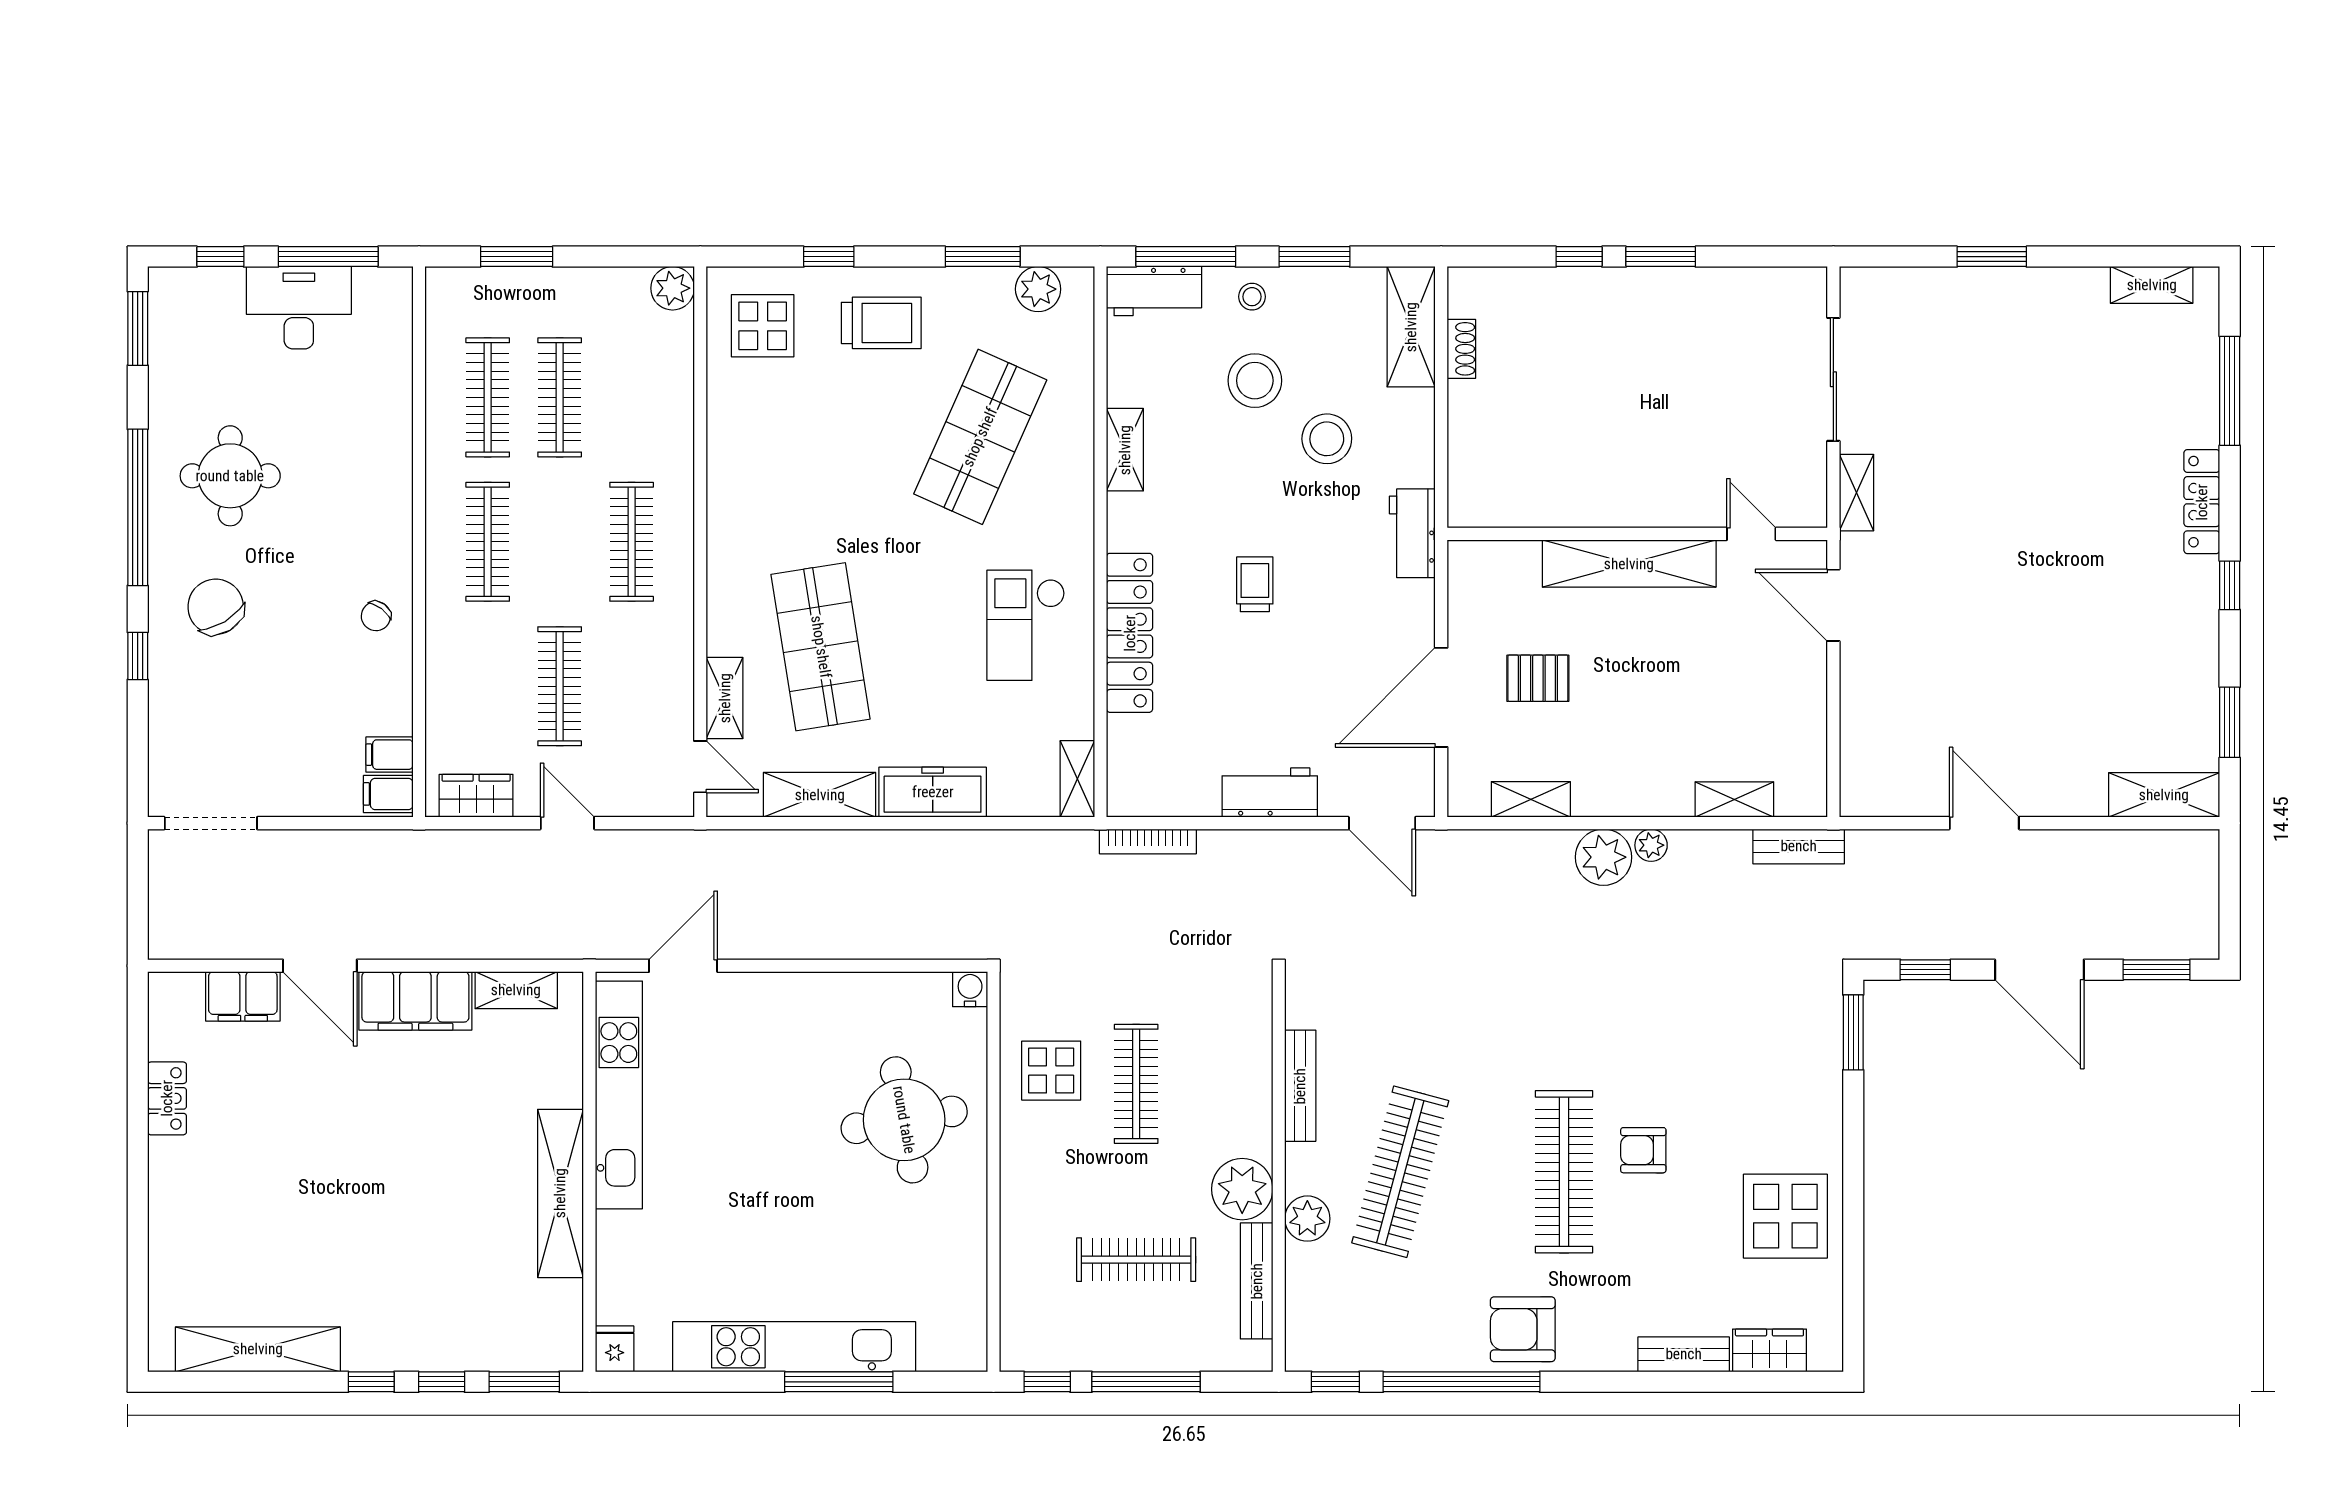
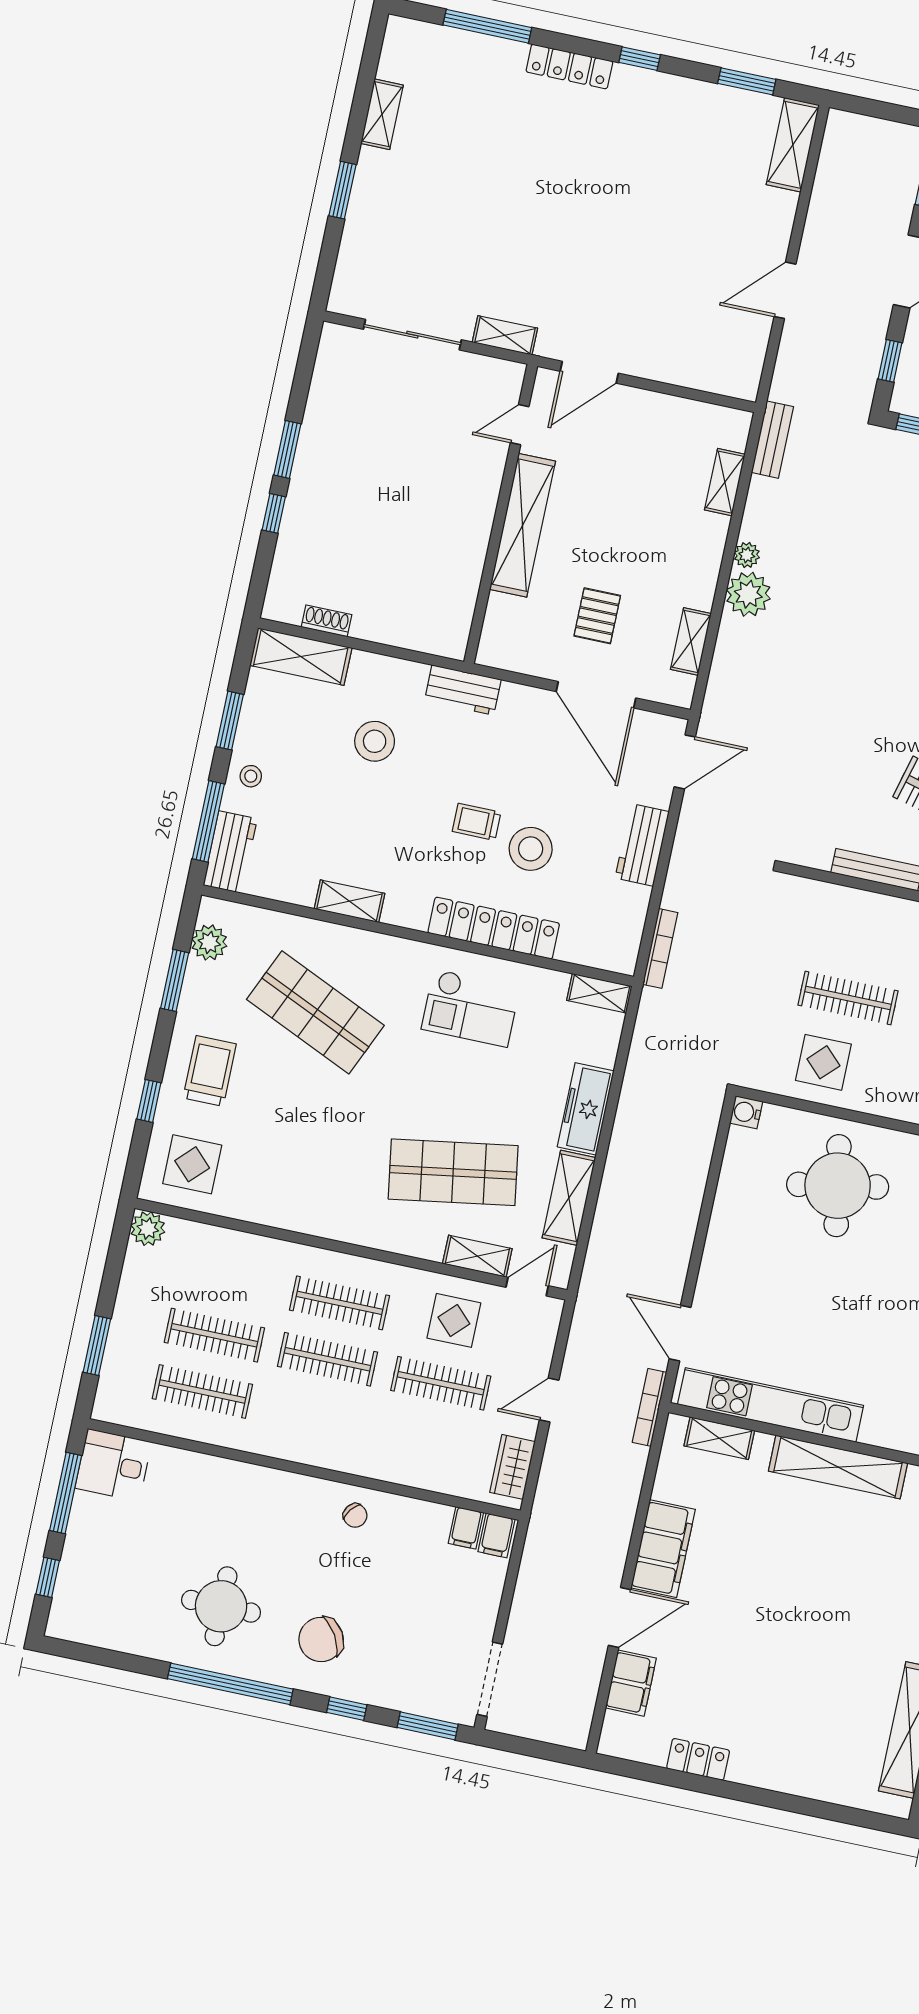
shelving: (2152, 285) -> (382, 114), moved
desk: (299, 308) -> (113, 1465), moved, width x0.73
window: (138, 328) -> (428, 1726), moved
stool: (1255, 381) -> (531, 849), moved
clothes rail: (488, 542) -> (328, 1359), moved
display table: (640, 686) -> (454, 1320), added
bookcase: (584, 948) -> (650, 1407), added
shelving: (516, 990) -> (719, 1438), moved, turned 90

